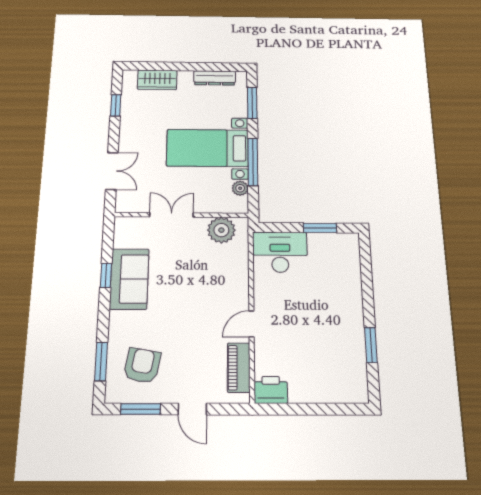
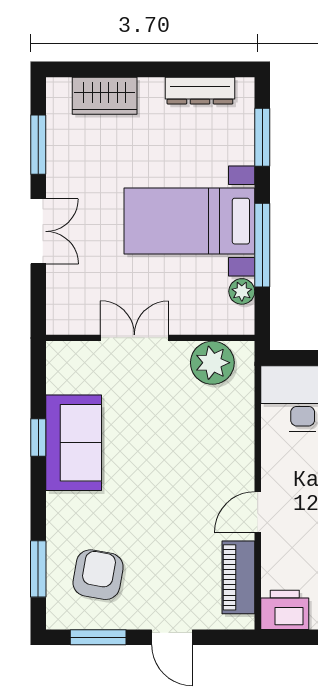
window: (116, 105) -> (38, 145), width x1.50
double door: (112, 171) -> (38, 231), moved

